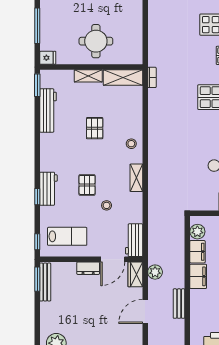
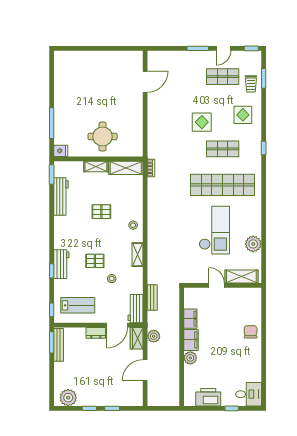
pallet: (95, 128) -> (101, 212), turned 90
pallet: (87, 185) -> (95, 261), turned 90
plant: (197, 232) -> (190, 358), moved
bench: (179, 304) -> (152, 298), moved

